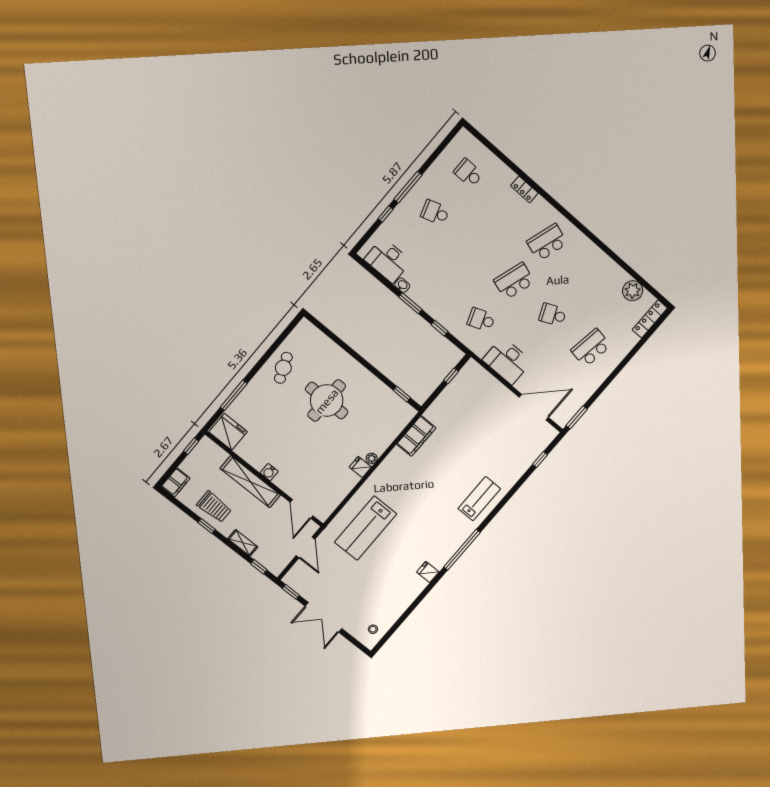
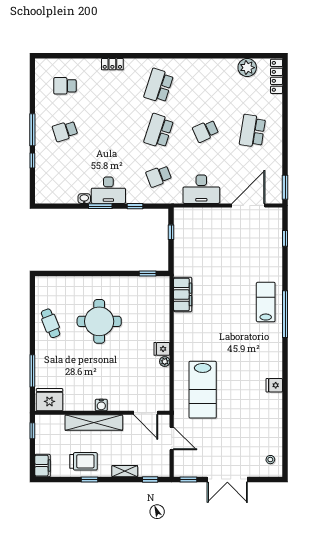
desk: (388, 260) -> (108, 190), moved
plant: (372, 458) -> (165, 362), moved
window: (462, 550) -> (285, 314), moved

